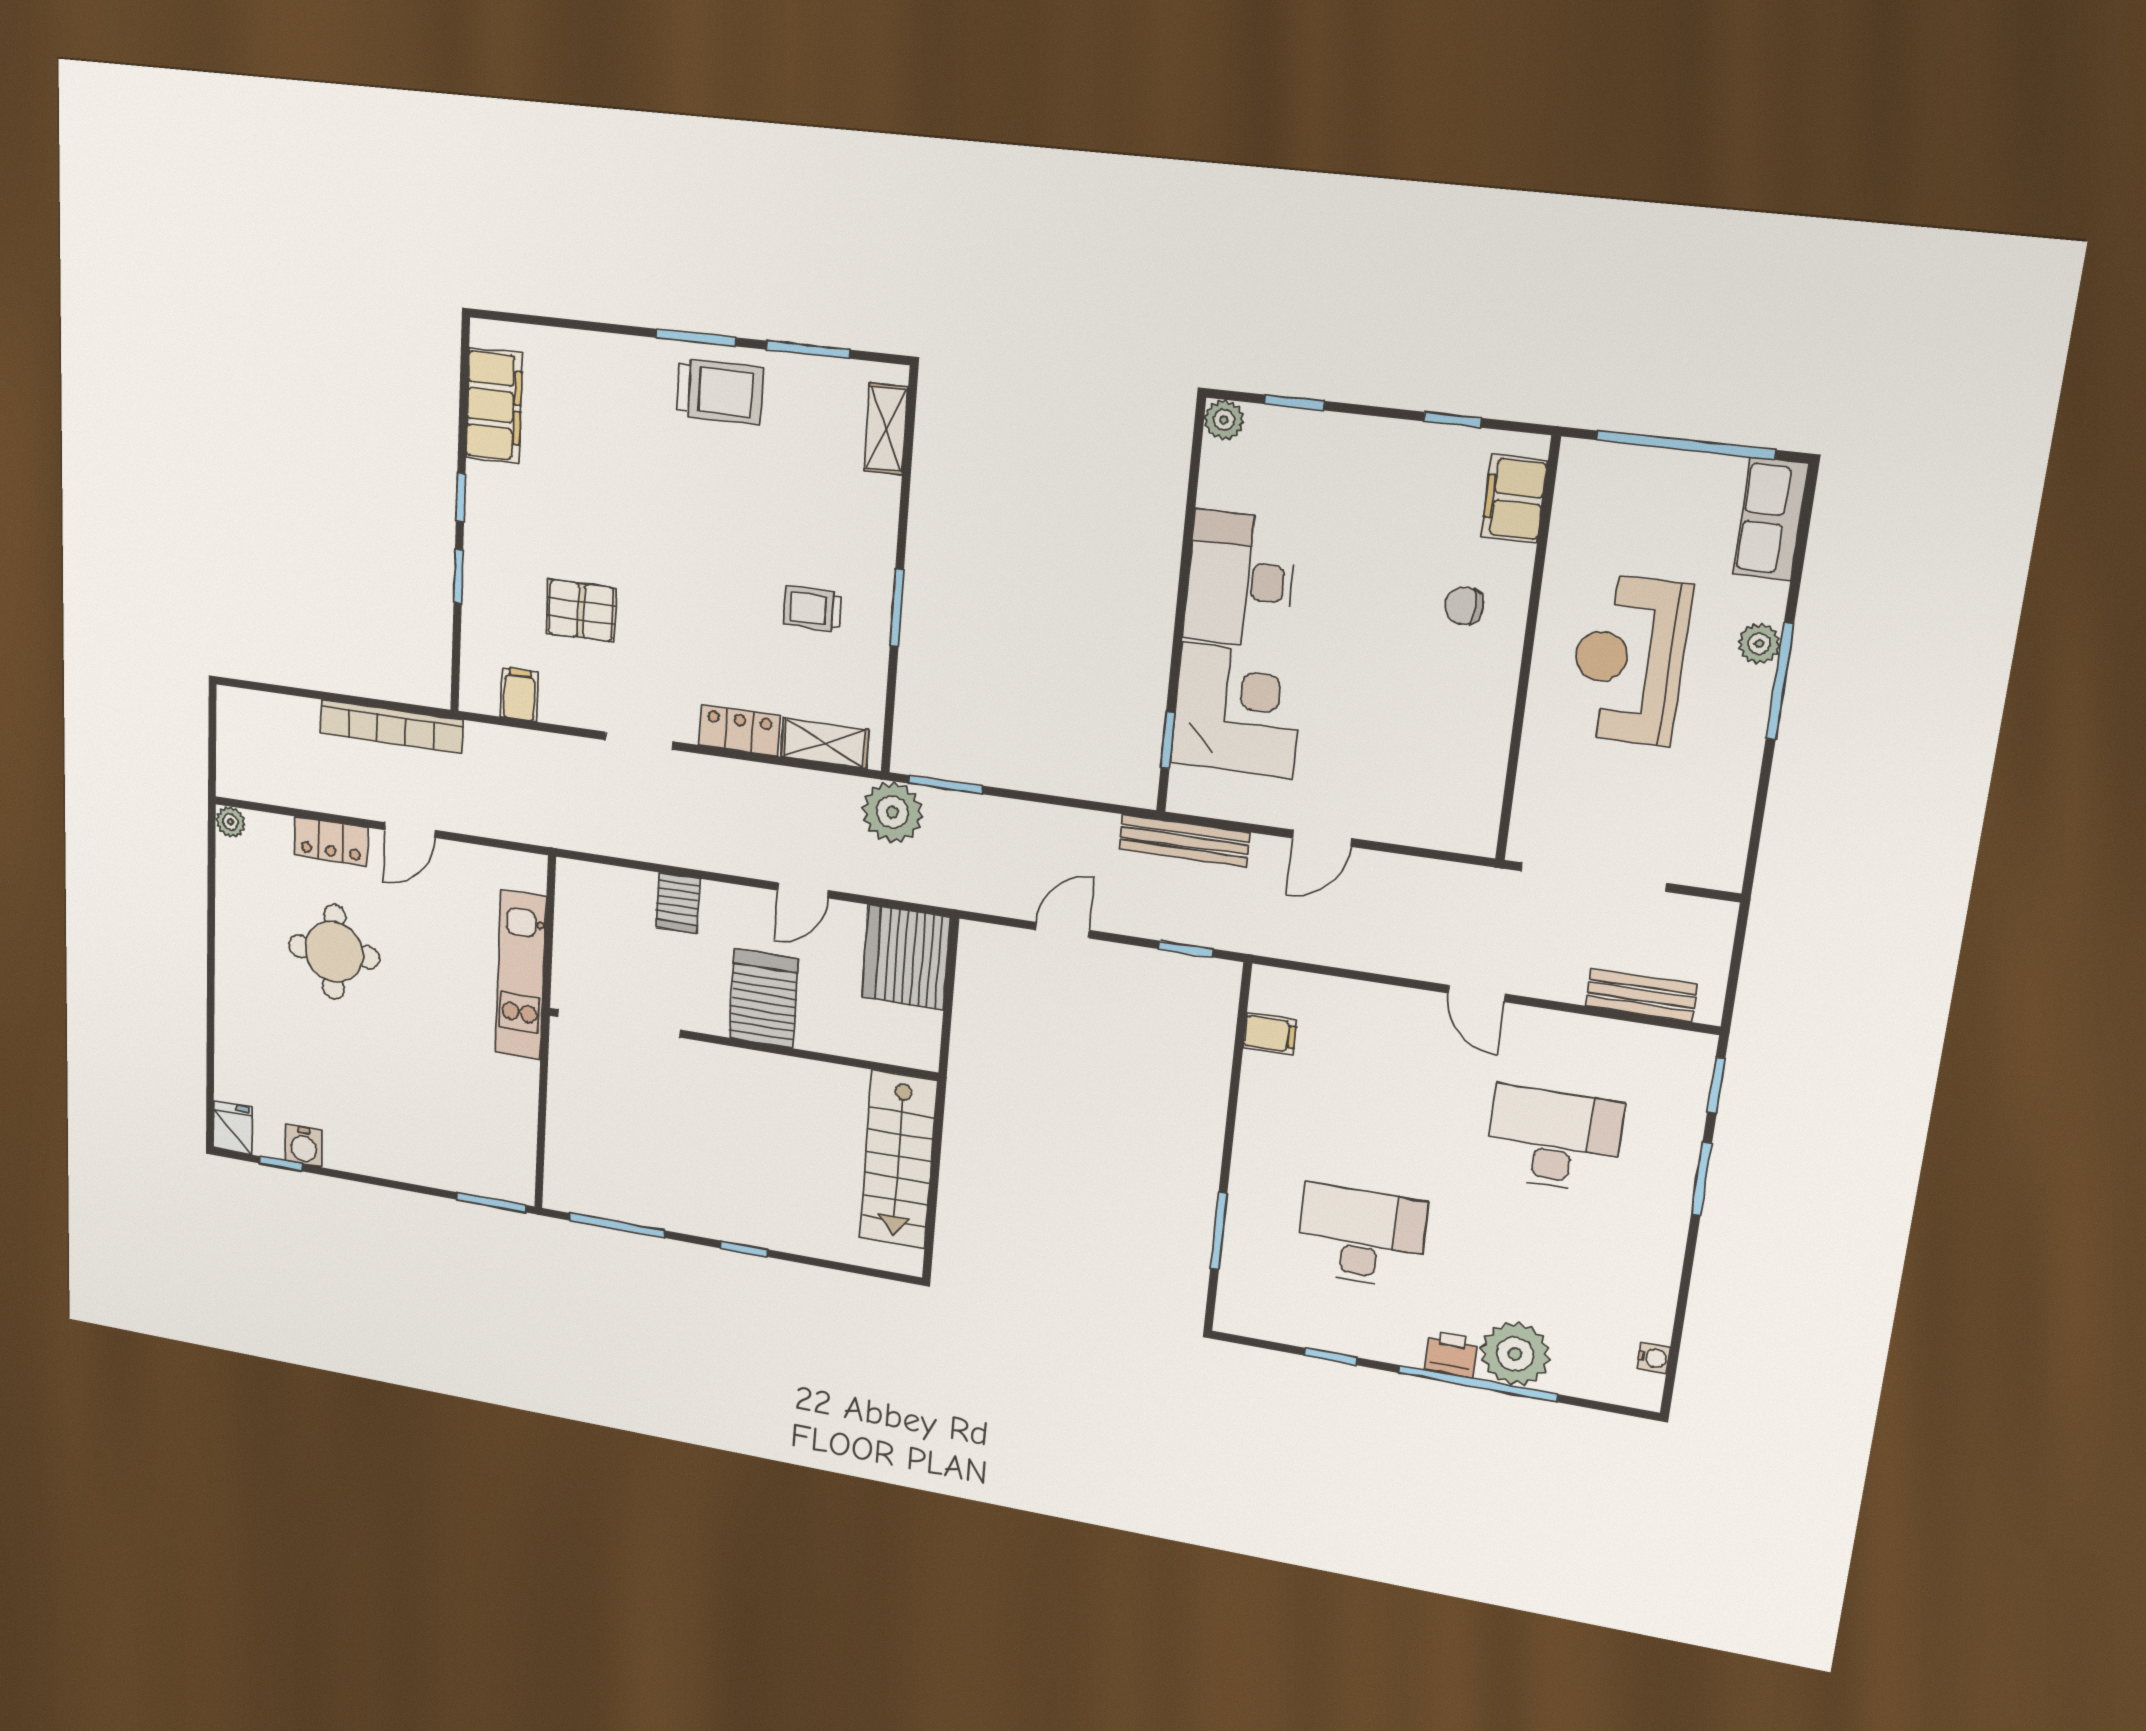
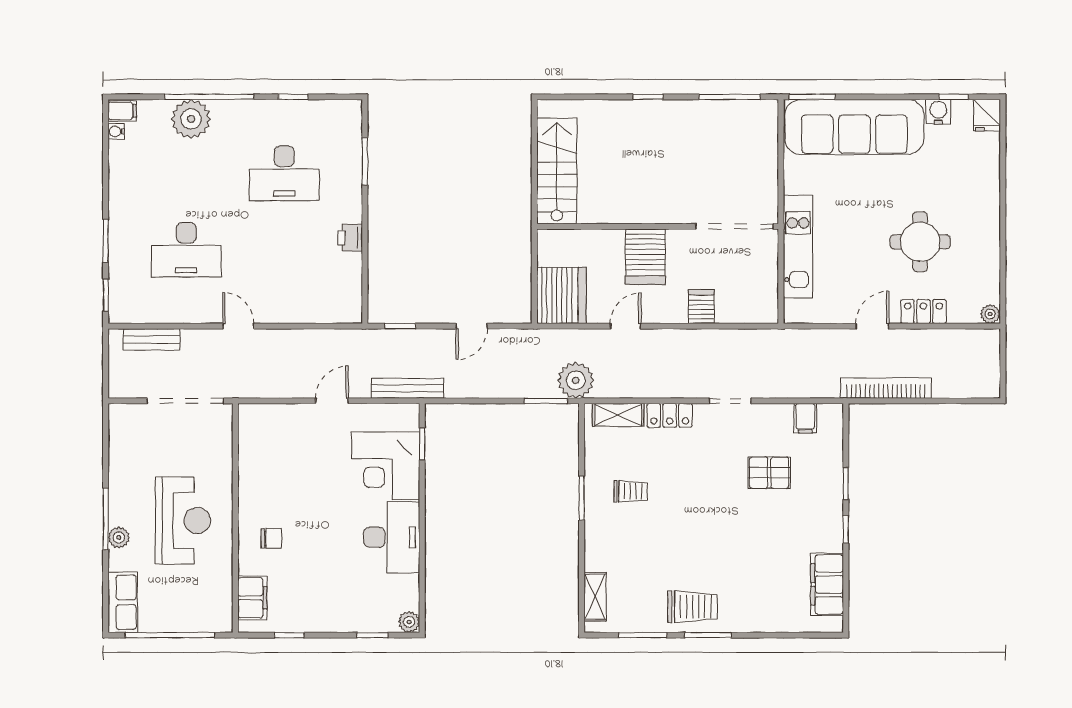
trolley: (720, 392) -> (692, 607), turned 180
filing cabinet: (1270, 1034) -> (122, 111), moved, turned 180
sofa: (429, 1145) -> (854, 127), added
printer: (1451, 1354) -> (350, 238), moved, turned 90

